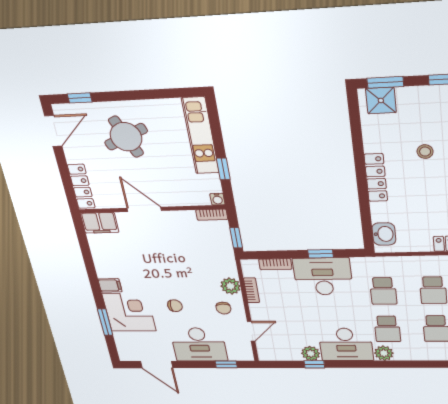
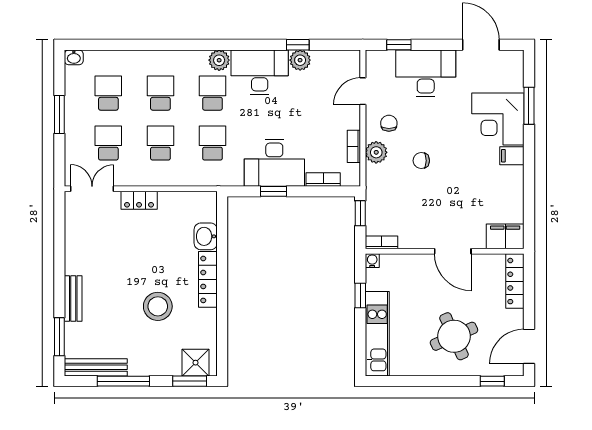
stool: (425, 152) -> (158, 306), width x1.89, depth x1.89
washbasin: (384, 234) -> (206, 236), moved
chair: (175, 306) -> (421, 161), moved

